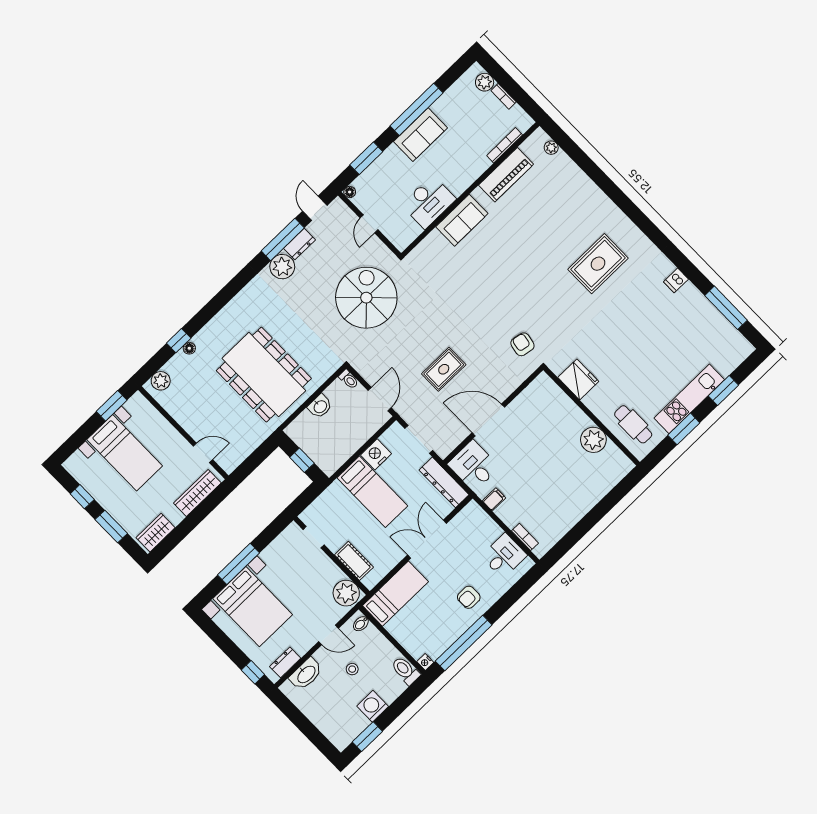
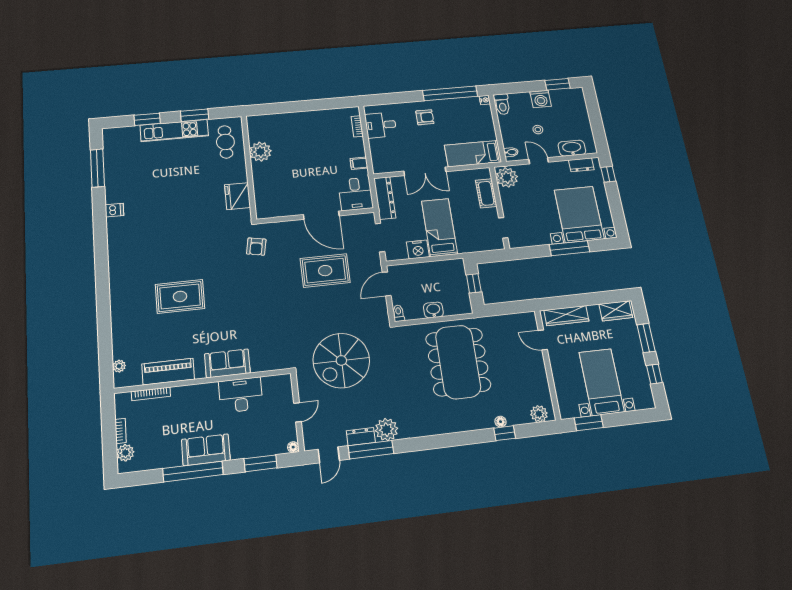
rug: (598, 264) -> (180, 296), moved
rug: (444, 369) -> (325, 271), width x1.36, depth x1.43

